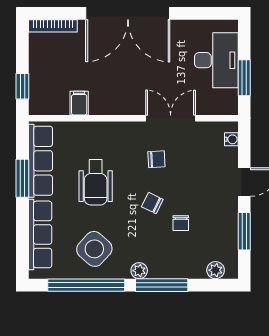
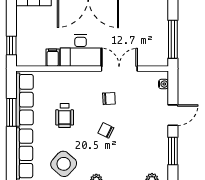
desk: (216, 60) -> (81, 50), moved, turned 90
window: (244, 78) -> (173, 39), width x1.44
wheelchair: (96, 182) -> (65, 115), width x0.73, depth x0.73
chair: (181, 223) -> (127, 145), removed

